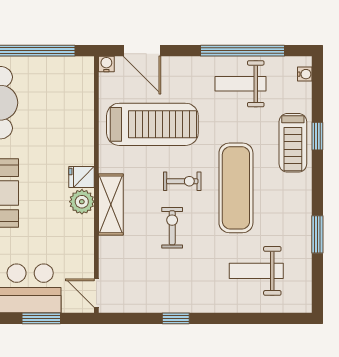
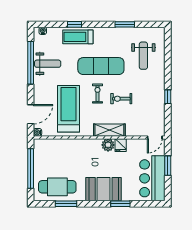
weight bench: (241, 84) -> (48, 64), turned -90
treadmill: (293, 143) -> (78, 37), turned 180
fridge: (82, 177) -> (121, 145), moved

